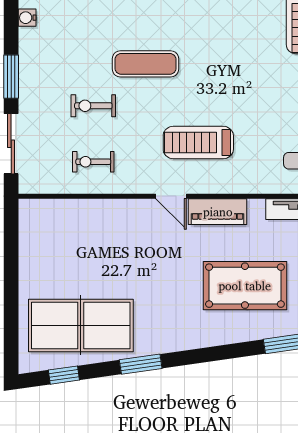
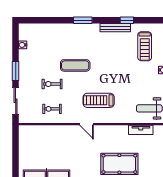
piano: (218, 212) -> (107, 131), removed

